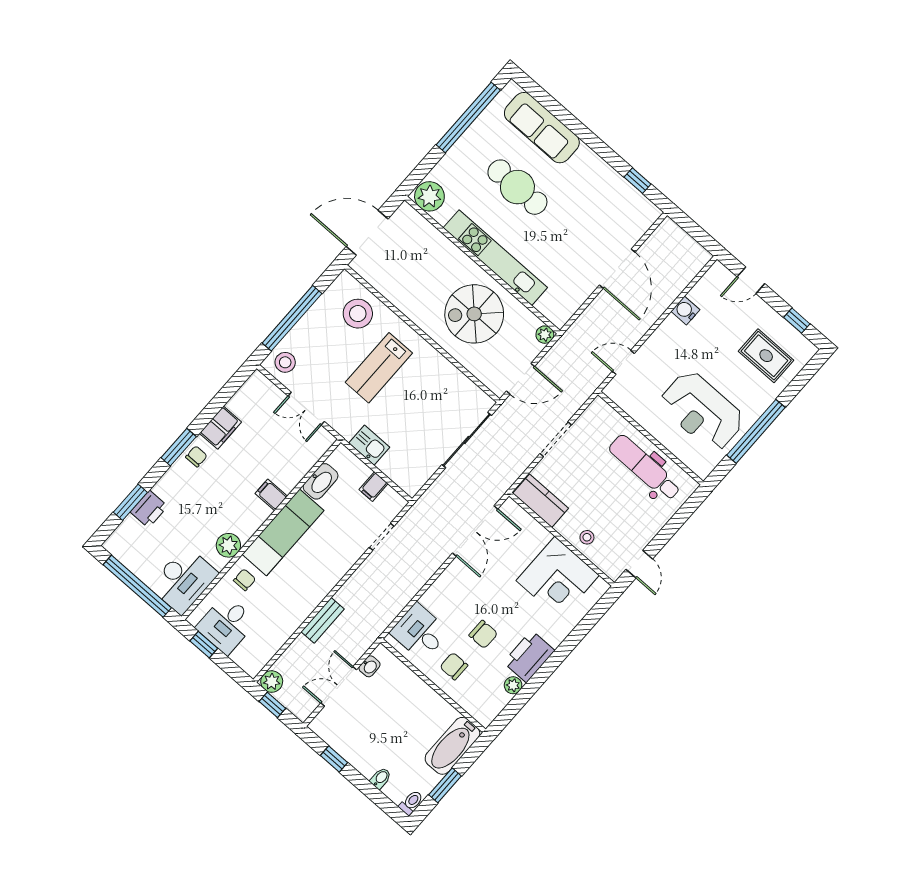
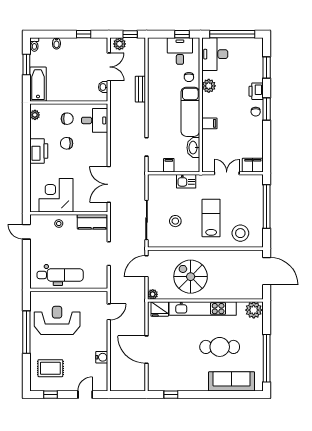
door: (367, 233) -> (267, 271), hinge flipped
fridge: (553, 307) -> (160, 309), added
spiral stairs: (474, 314) -> (191, 277), turned -90
stool: (285, 362) -> (175, 221), moved
filing cabinet: (220, 428) -> (253, 165), moved, turned 90
printer: (149, 509) -> (256, 91), moved
plant: (272, 682) -> (120, 44), moved
plant: (513, 685) -> (35, 115), moved

